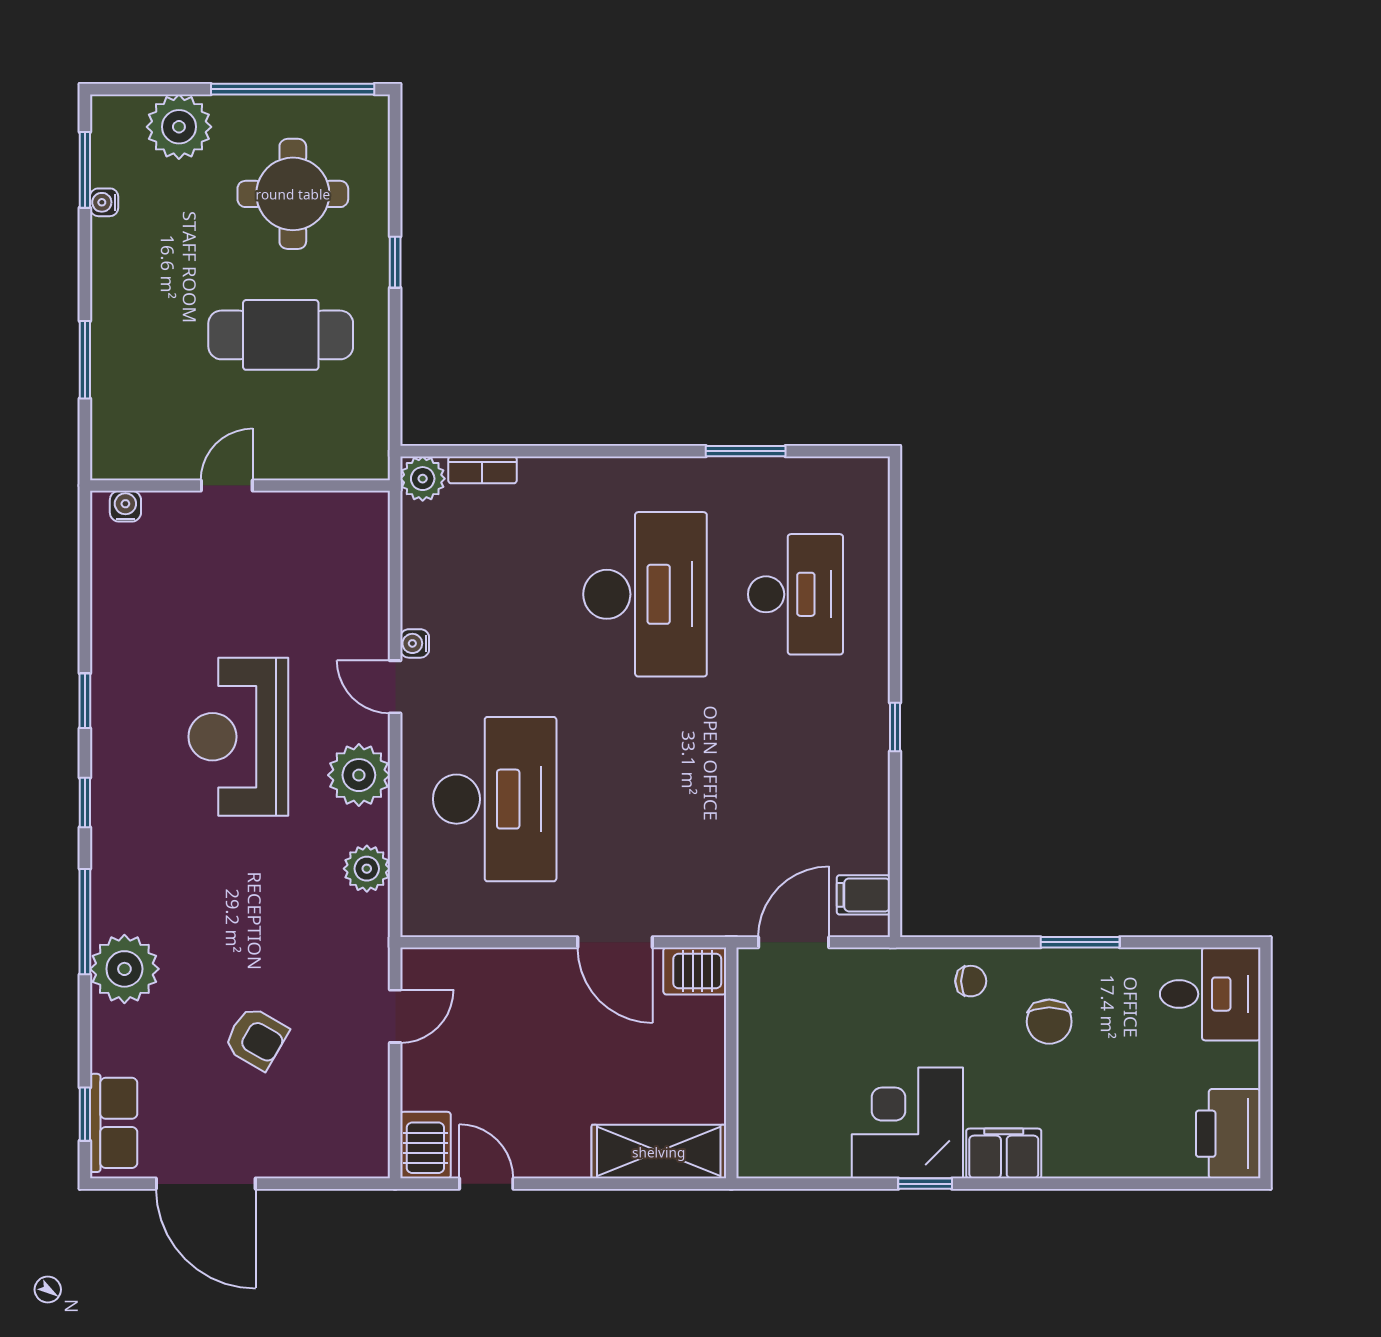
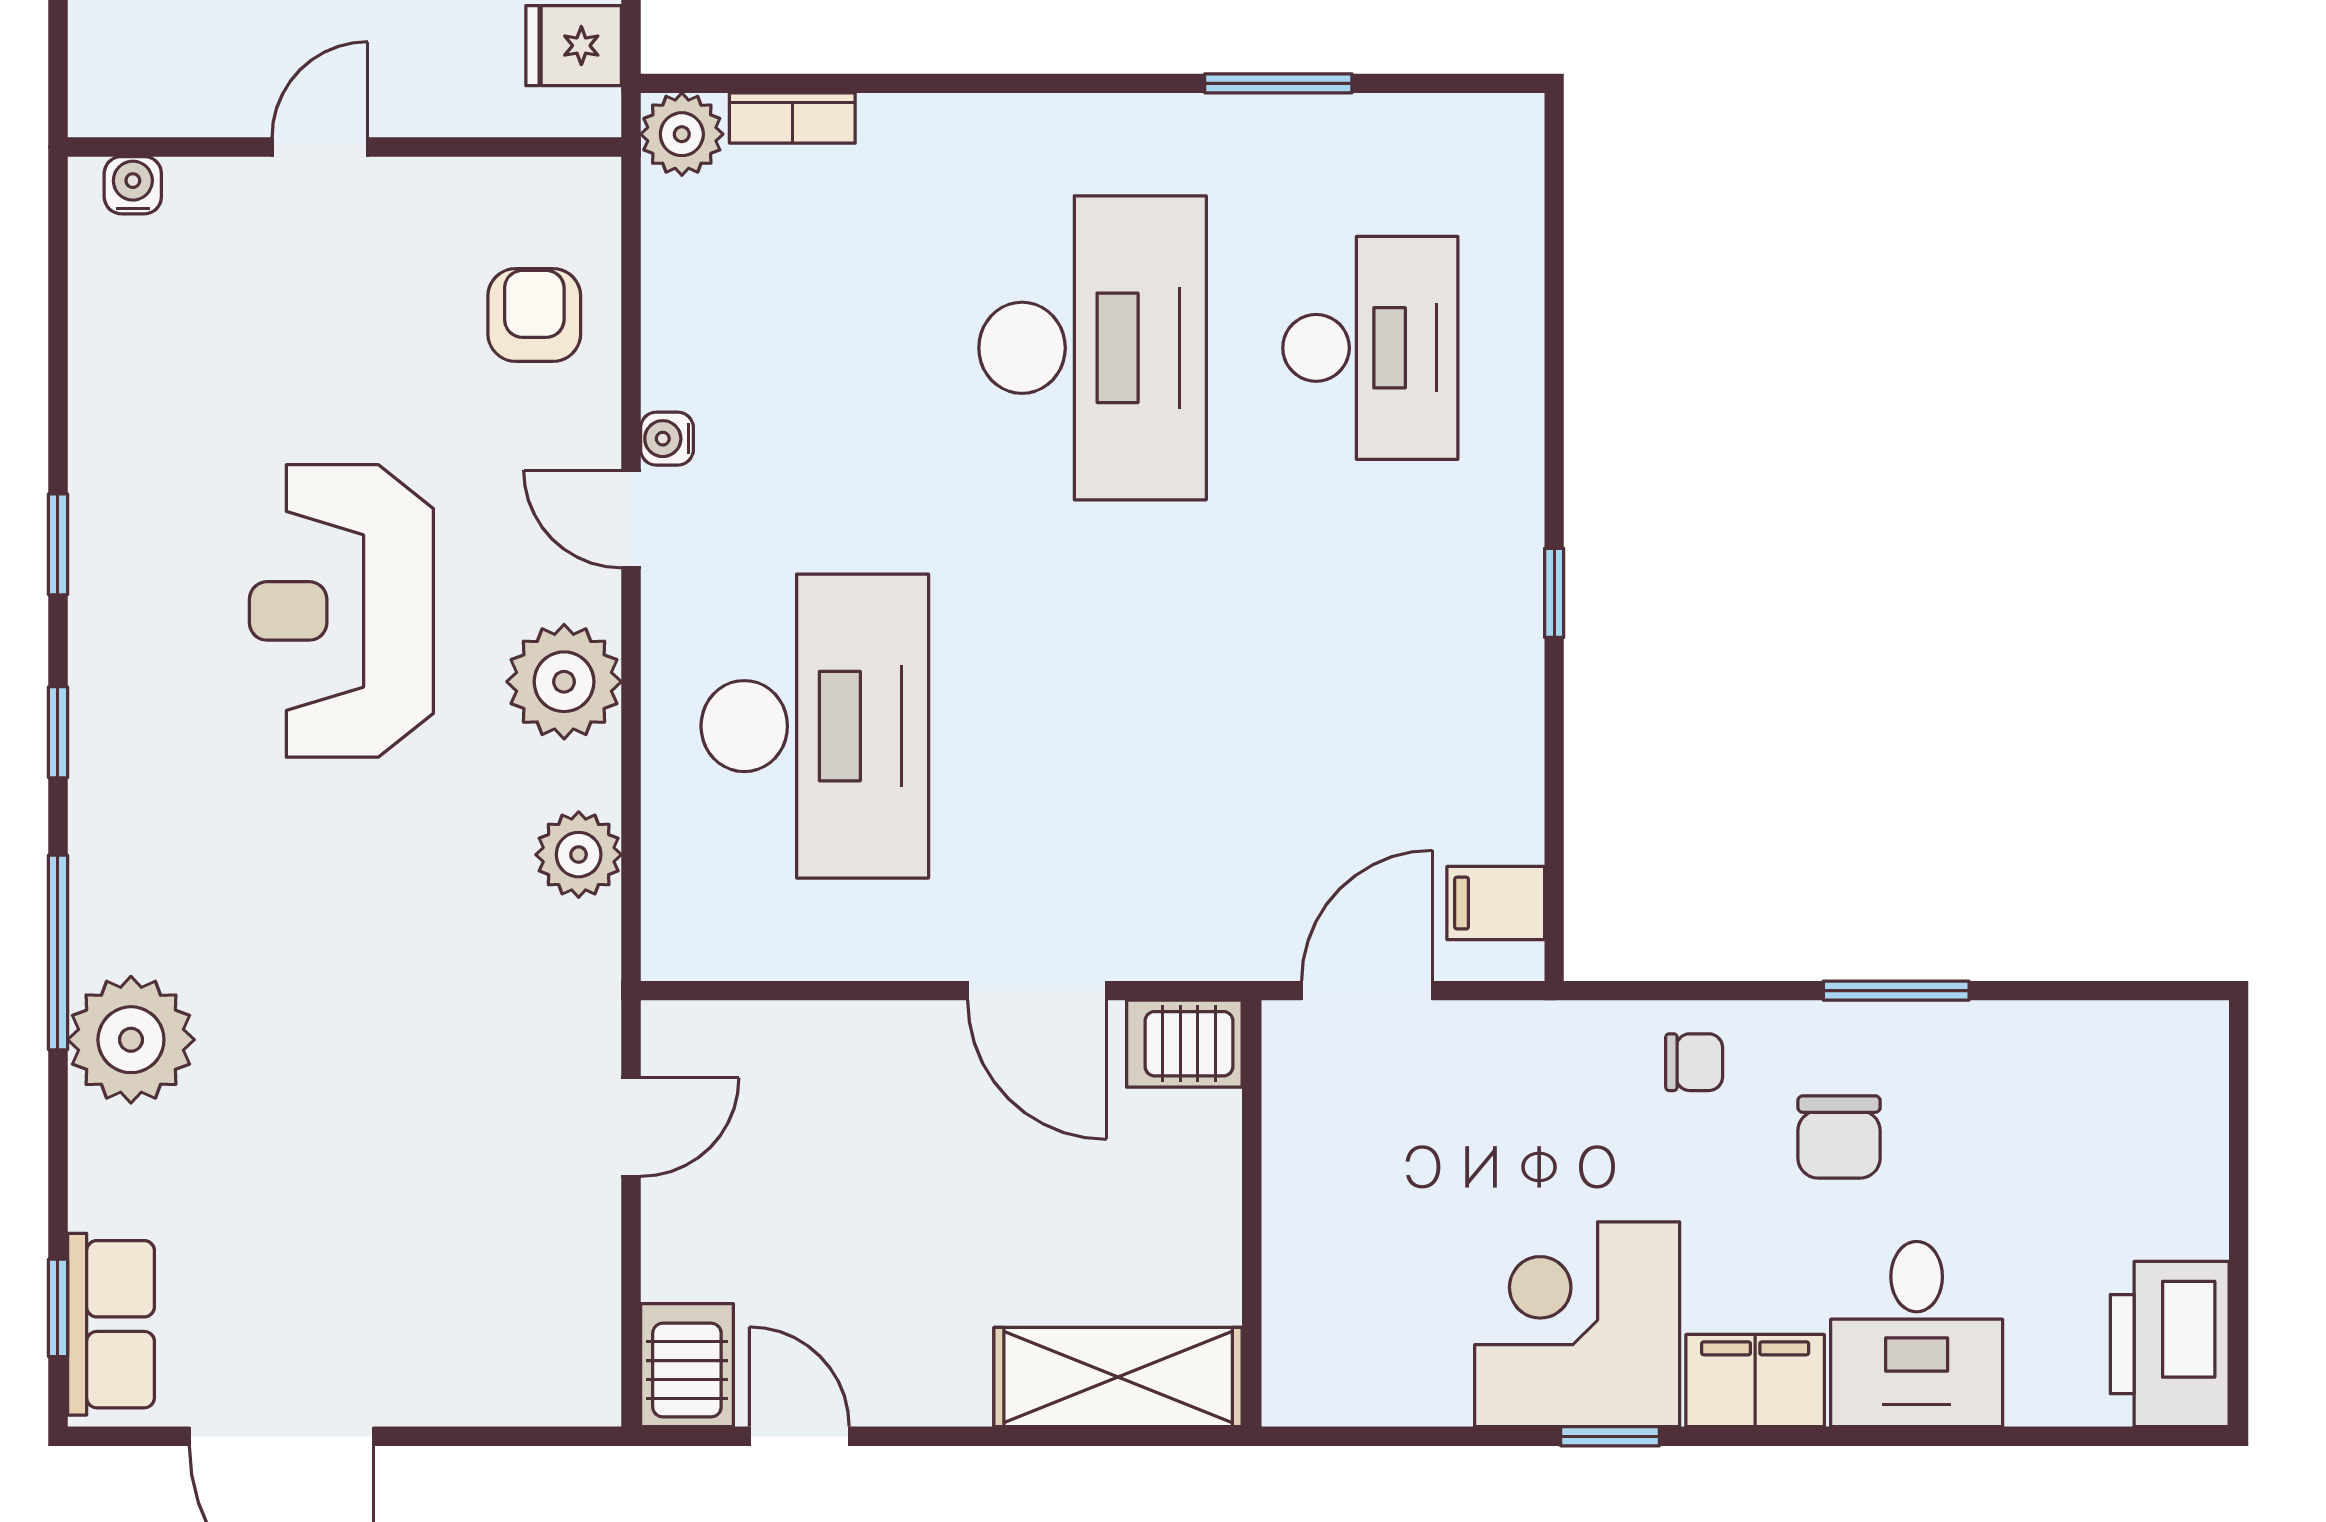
fridge: (364, 431) -> (574, 46), added
desk: (1210, 994) -> (1917, 1334), moved, turned 90
armchair: (256, 1038) -> (534, 315), moved, turned -120

